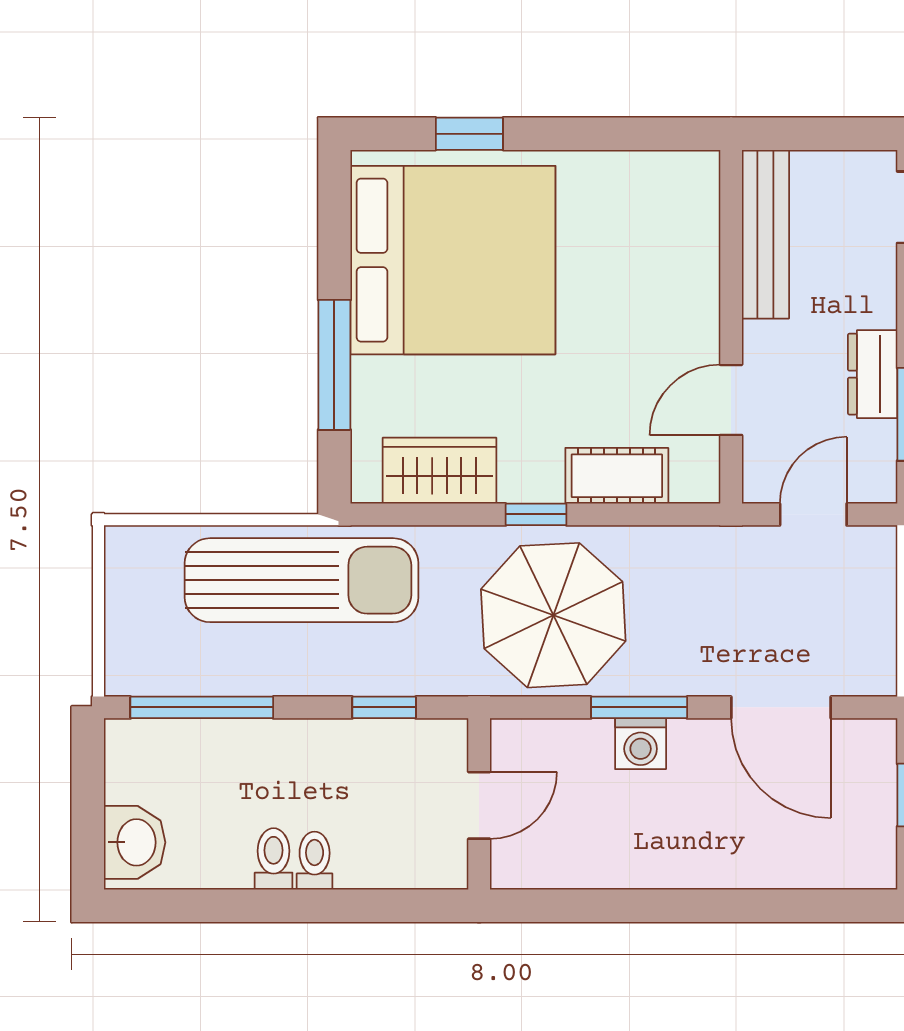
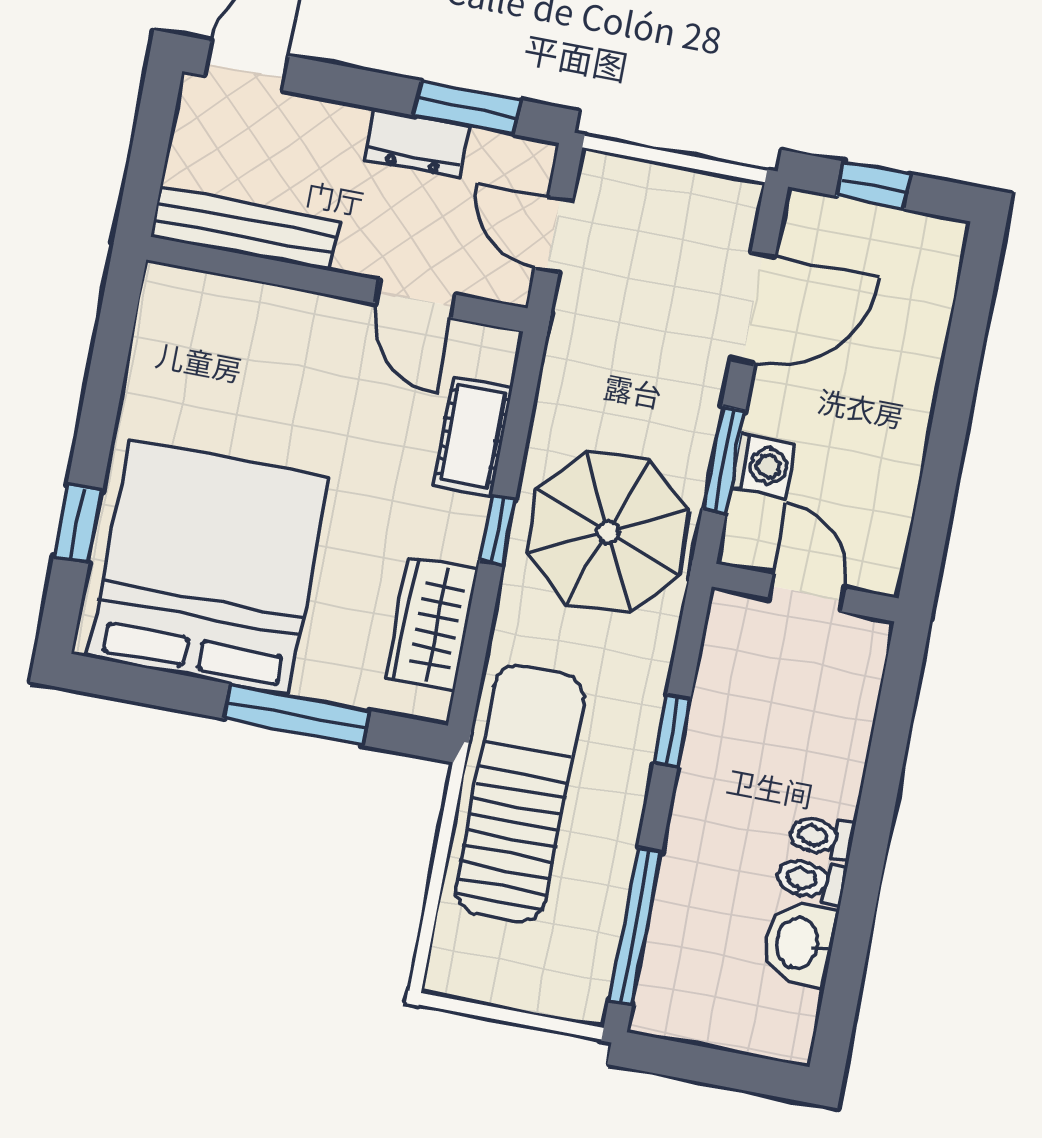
wall: (479, 804) -> (805, 593), moved
door: (479, 805) -> (807, 593), moved
washbasin: (135, 842) -> (799, 944), moved, turned -90

